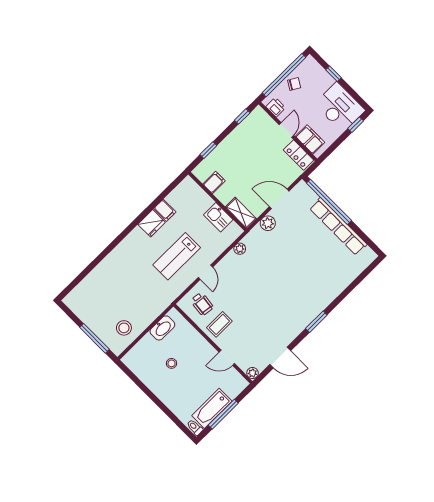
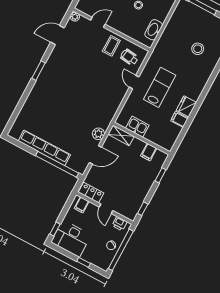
filing cabinet: (310, 139) -> (82, 205), width x0.50
plant: (240, 249) -> (114, 108), removed
stool: (124, 328) -> (198, 49), moved

